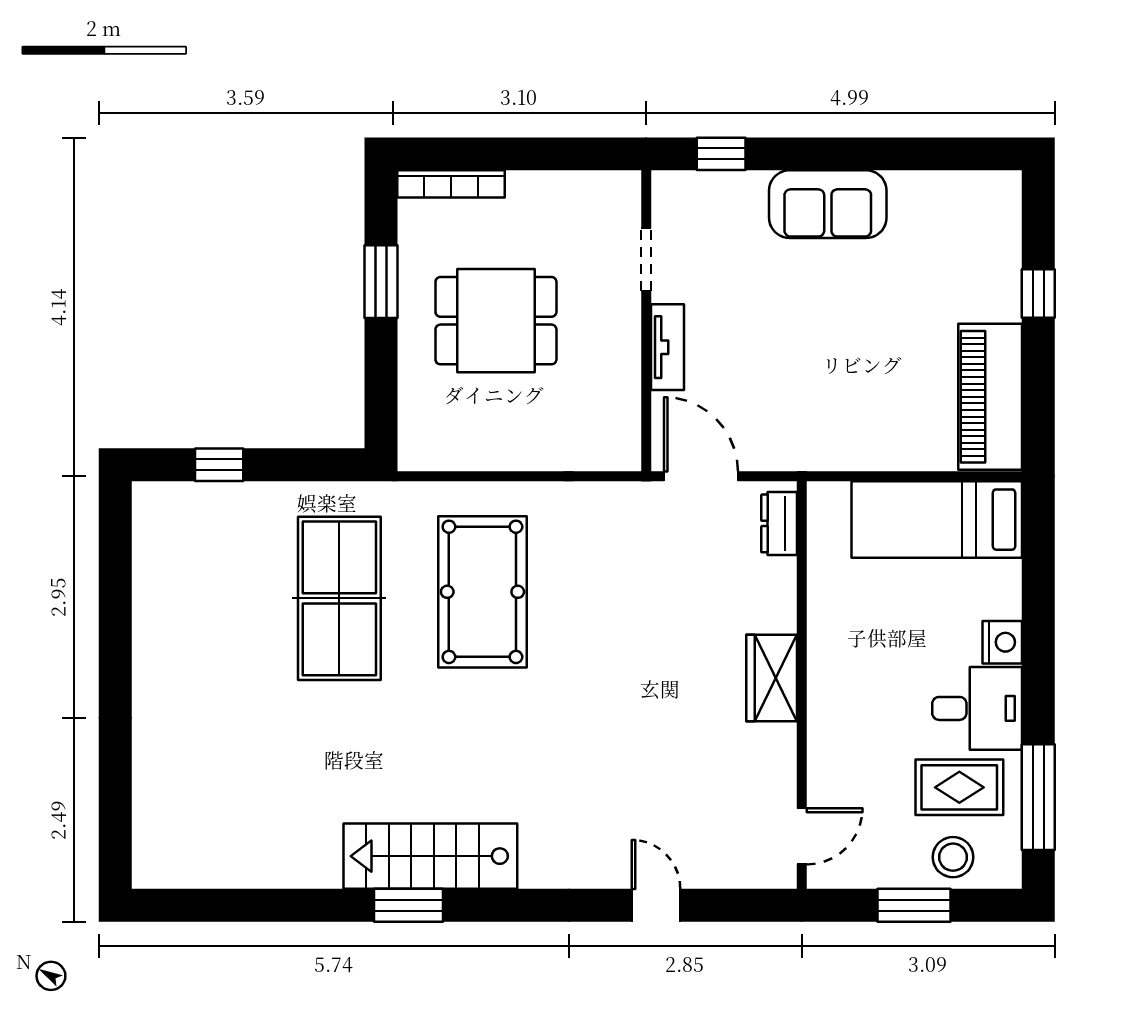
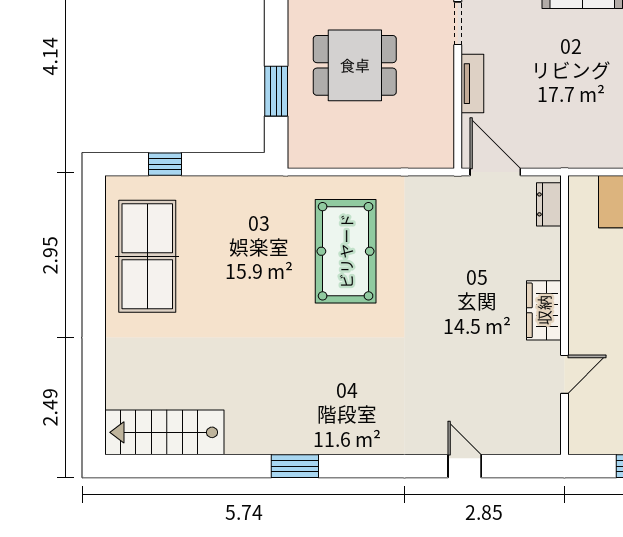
window: (381, 282) -> (276, 91), moved
table tennis table: (339, 598) -> (147, 256), moved
door: (802, 836) -> (564, 374), moved
stairs: (430, 856) -> (164, 432), moved

